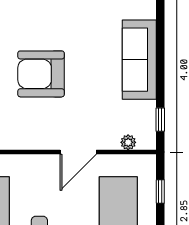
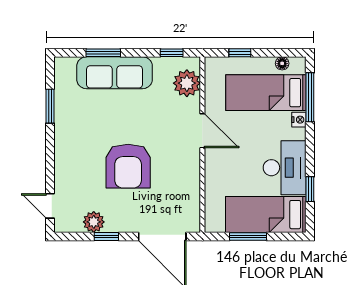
window: (160, 48) -> (103, 53), added
plant: (128, 142) -> (187, 83), width x1.88, depth x1.88

